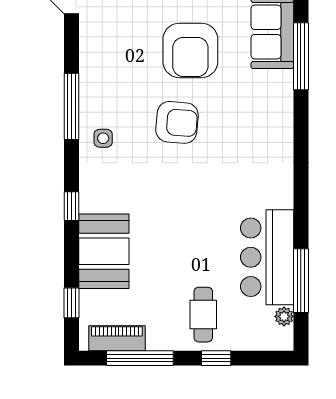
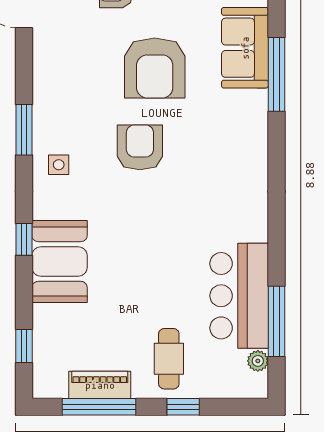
window: (72, 106) -> (24, 130), width x0.69
armchair: (177, 122) -> (140, 147), turned -95
booth: (104, 251) -> (60, 261), moved
piano: (117, 338) -> (100, 385), moved

